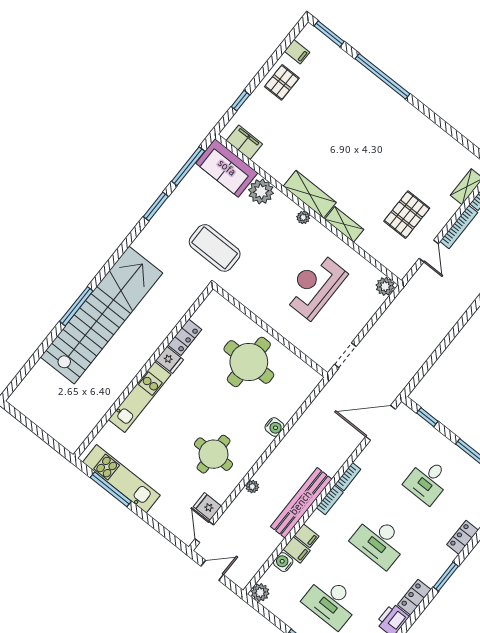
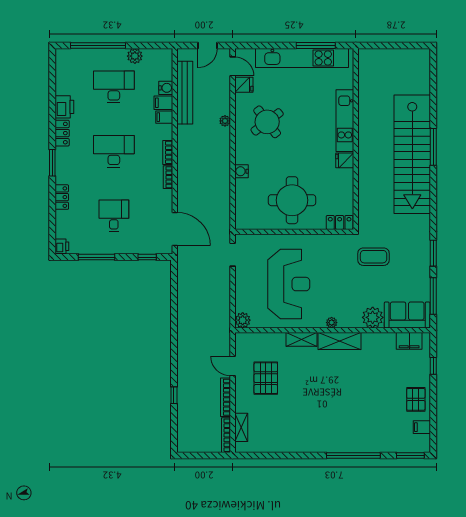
coffee table: (215, 248) -> (374, 257), width x0.73, depth x0.76
reception desk: (315, 286) -> (289, 284), width x1.36, depth x1.30
locker: (185, 337) -> (340, 222), moved, turned 90
door: (380, 423) -> (175, 229), hinge flipped
round table: (213, 454) -> (267, 122), turned -37
kitchen unit: (121, 479) -> (302, 58), width x1.36
bench: (301, 503) -> (185, 93), moved
plant: (260, 592) -> (135, 56), moved

